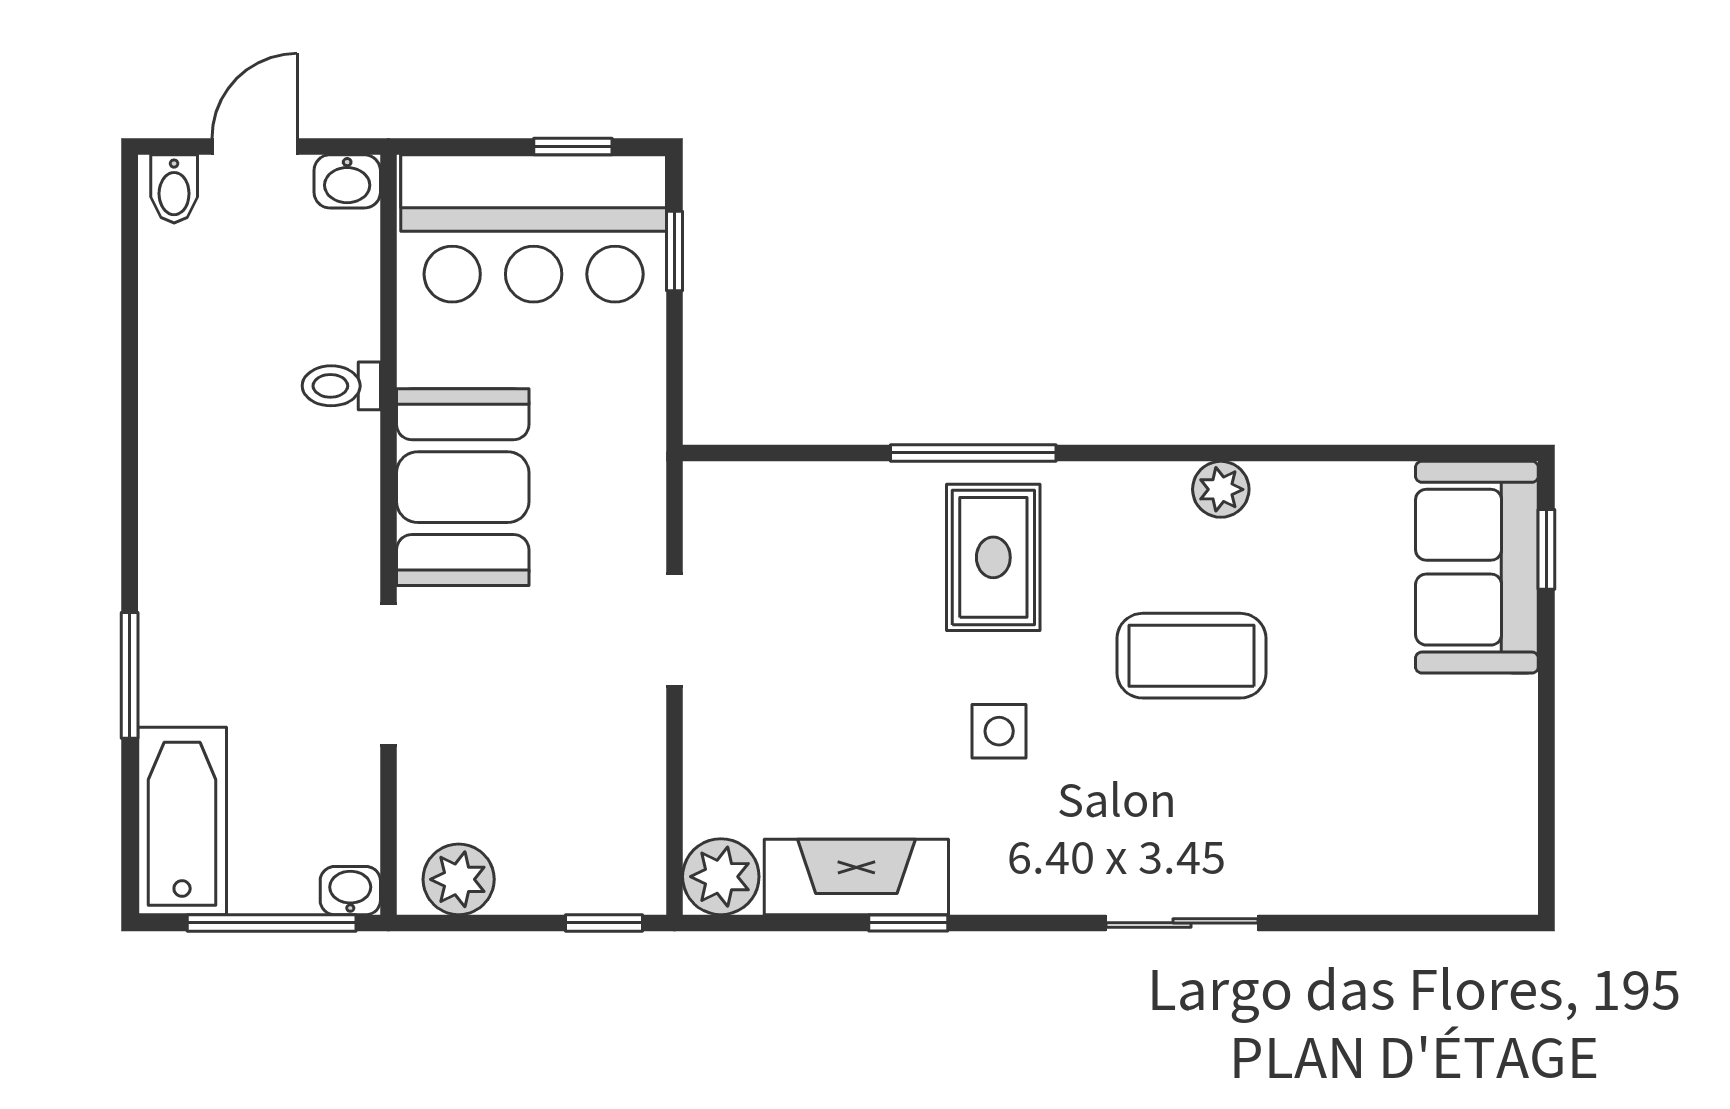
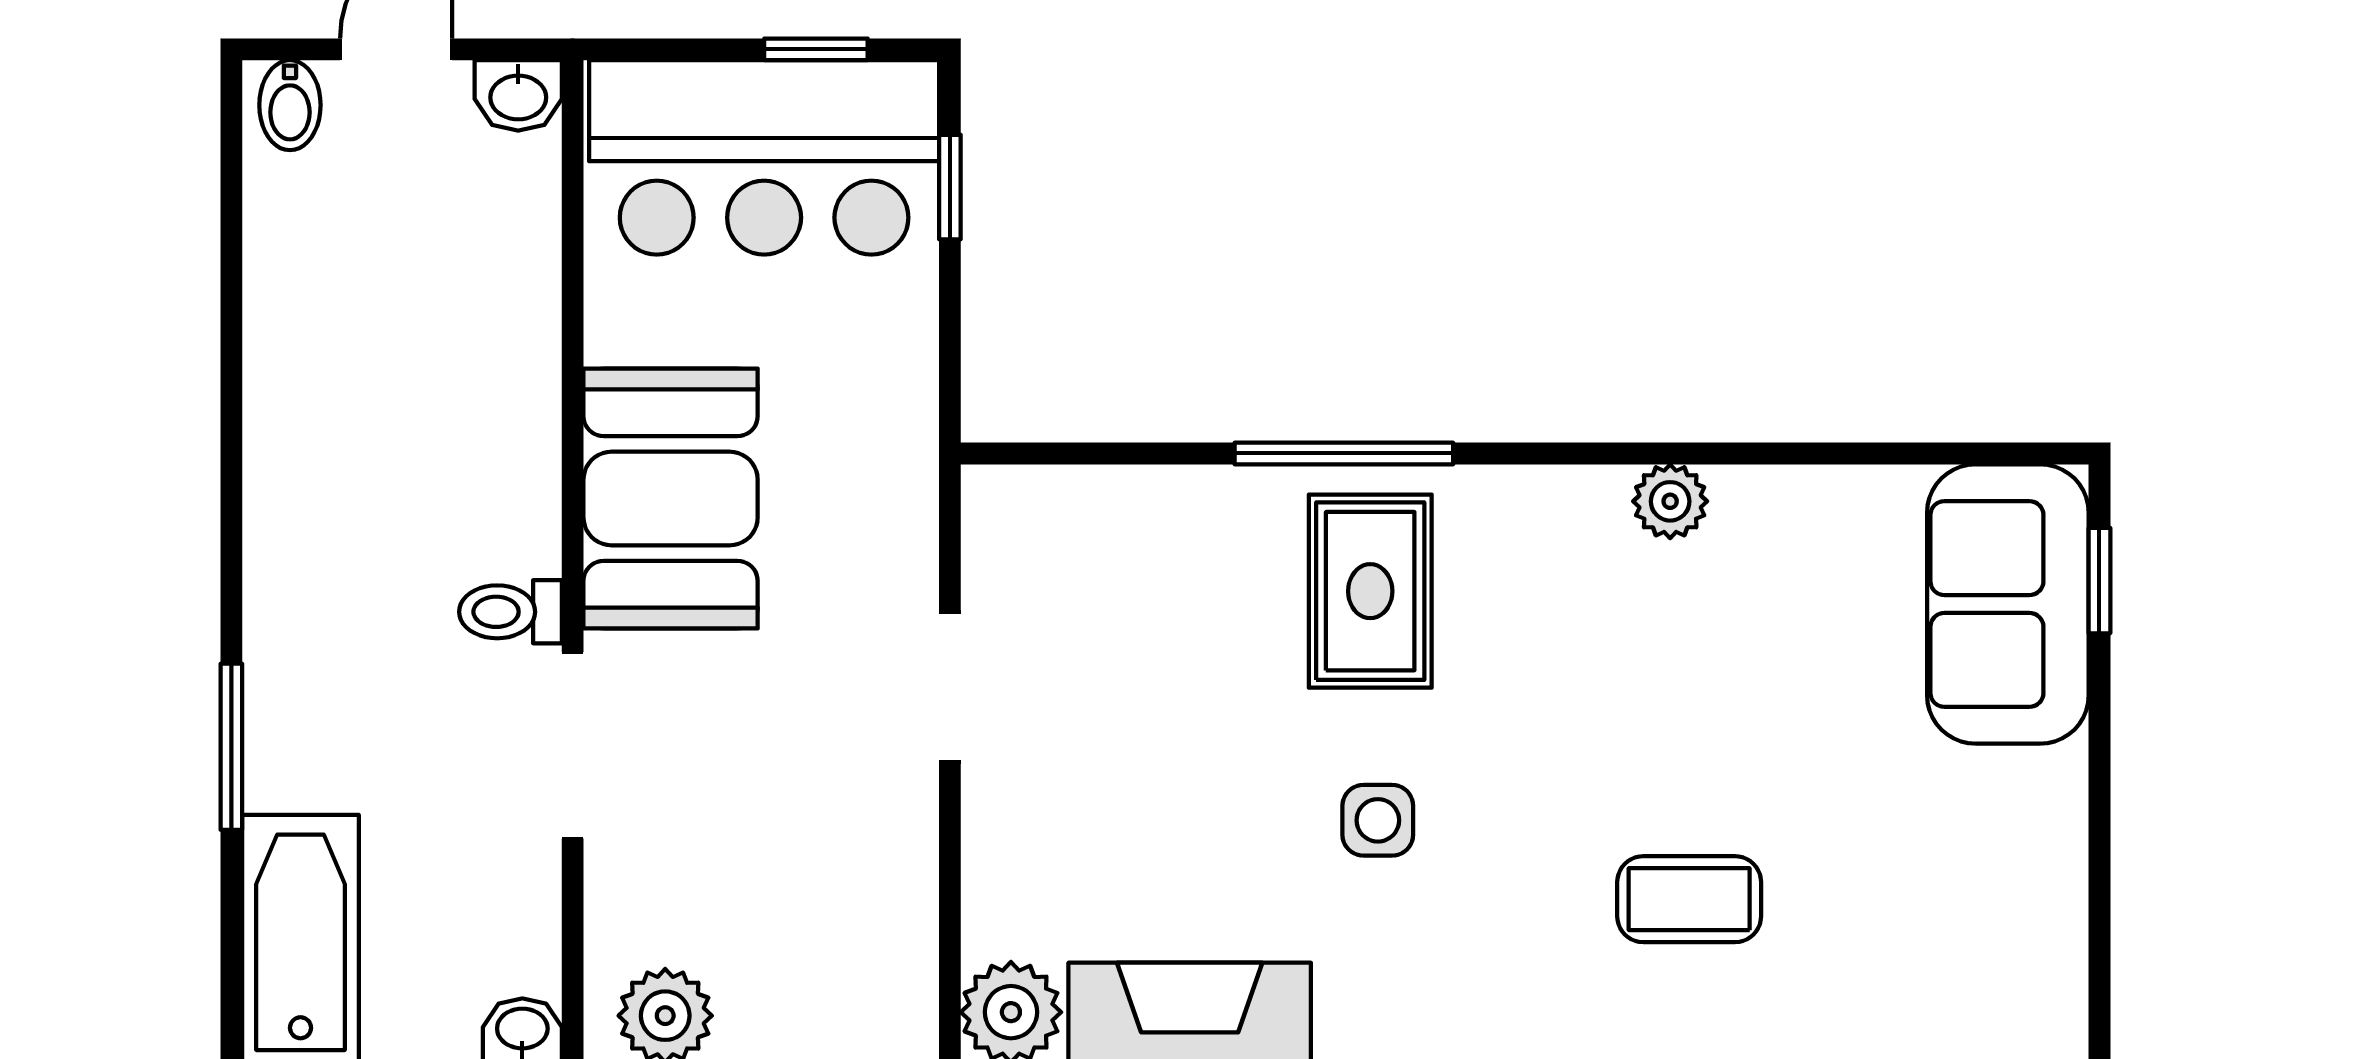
toilet: (341, 386) -> (510, 612), moved
coffee table: (1191, 656) -> (1689, 899), moved, width x0.73, depth x0.77

